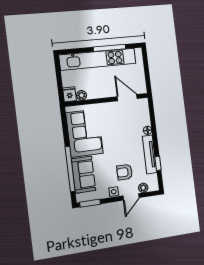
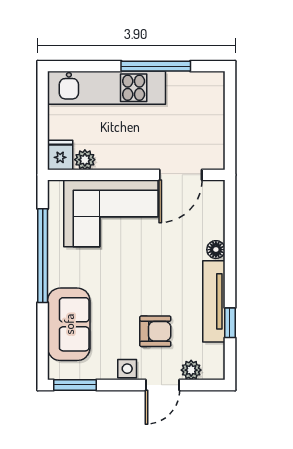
kitchen unit: (98, 59) -> (107, 88), width x0.73
door: (127, 98) -> (181, 175), swing flipped
corner sofa: (84, 133) -> (111, 213), moved, turned 90
window: (70, 169) -> (43, 256), moved
armchair: (125, 172) -> (155, 331), turned 180

